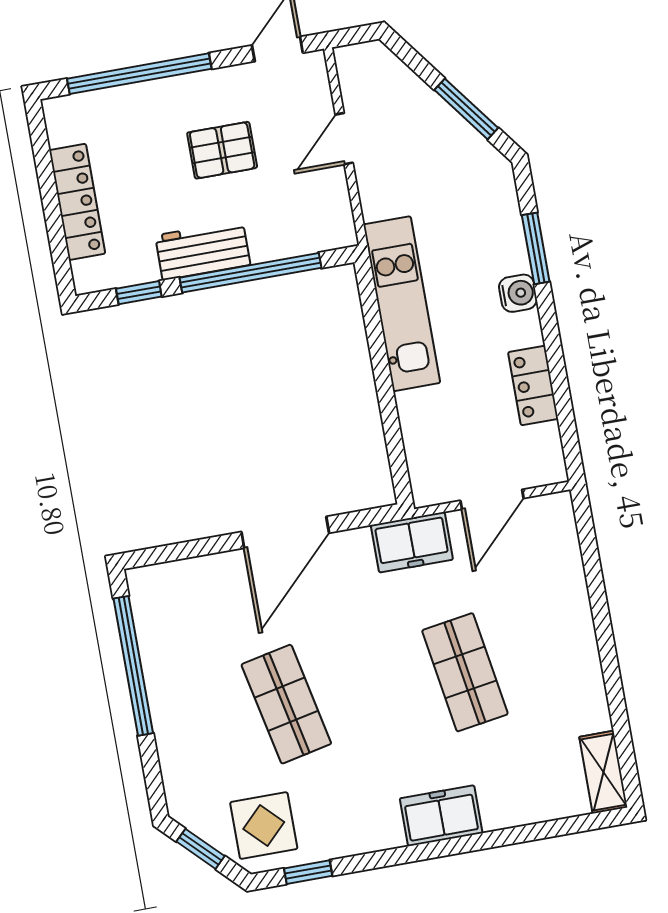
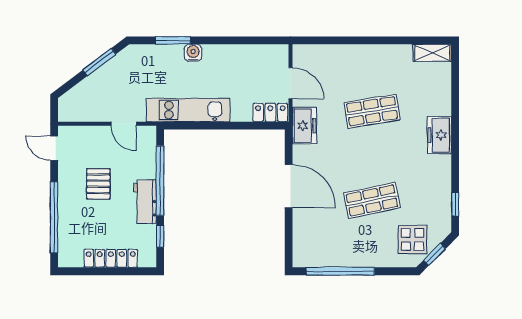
door: (344, 139) -> (124, 124), moved
locker: (533, 385) -> (270, 112), moved, turned 180
display table: (264, 826) -> (412, 240), moved

